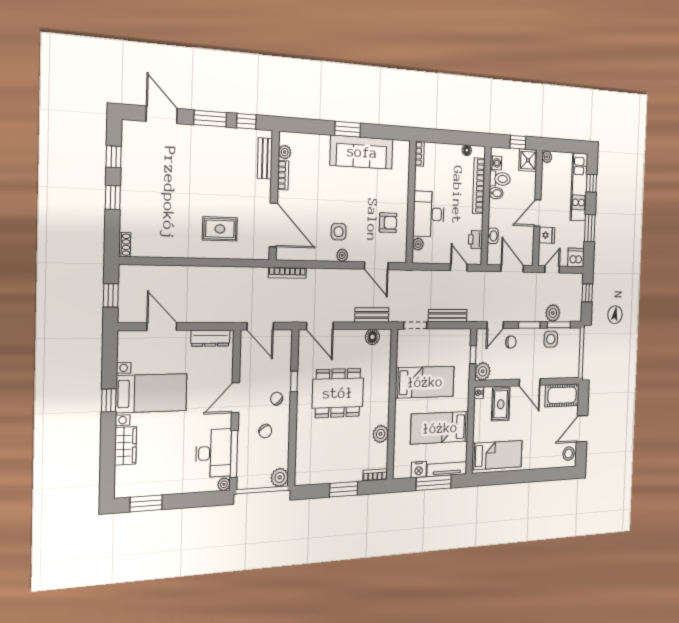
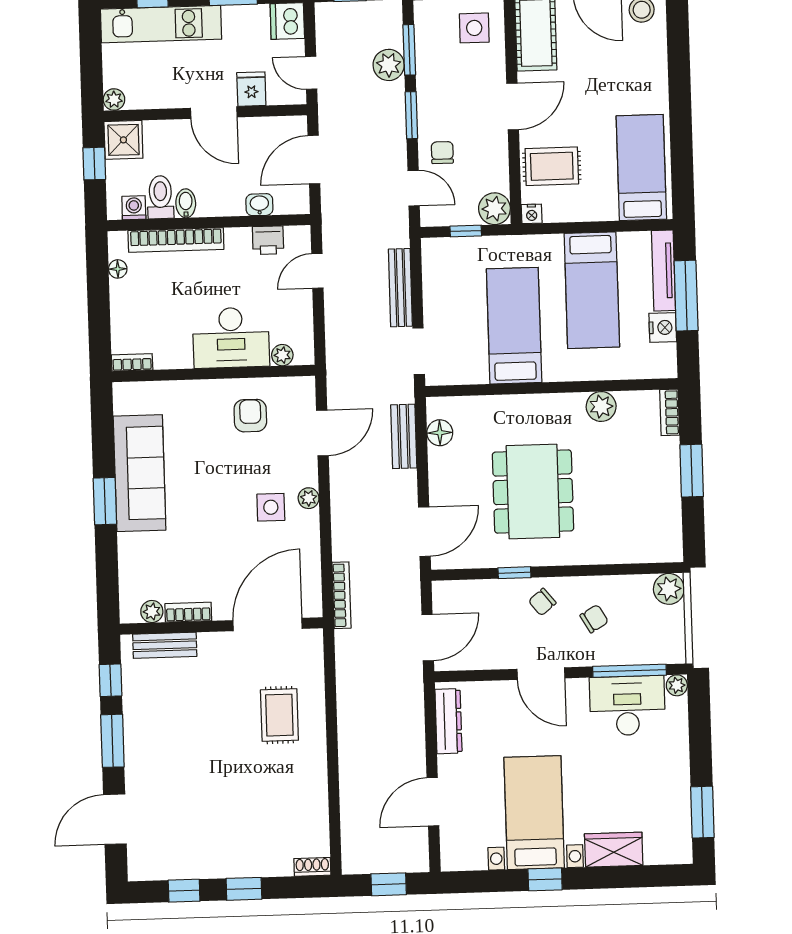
side table: (551, 339) -> (474, 28), moved

